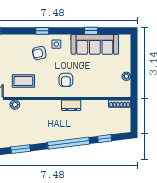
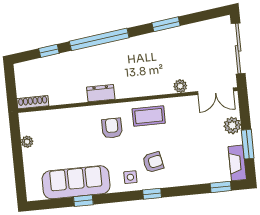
coffee table: (23, 81) -> (149, 116), moved

